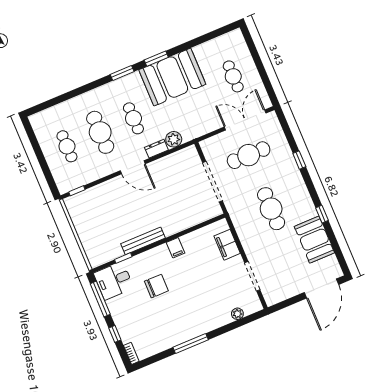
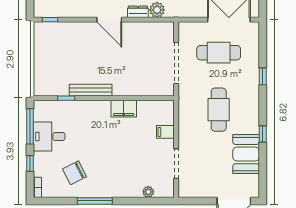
filing cabinet: (227, 245) -> (165, 132), width x0.50
filing cabinet: (175, 248) -> (124, 109), width x2.00
desk: (114, 281) -> (49, 137), moved
chair: (156, 286) -> (75, 173), moved, turned 153

